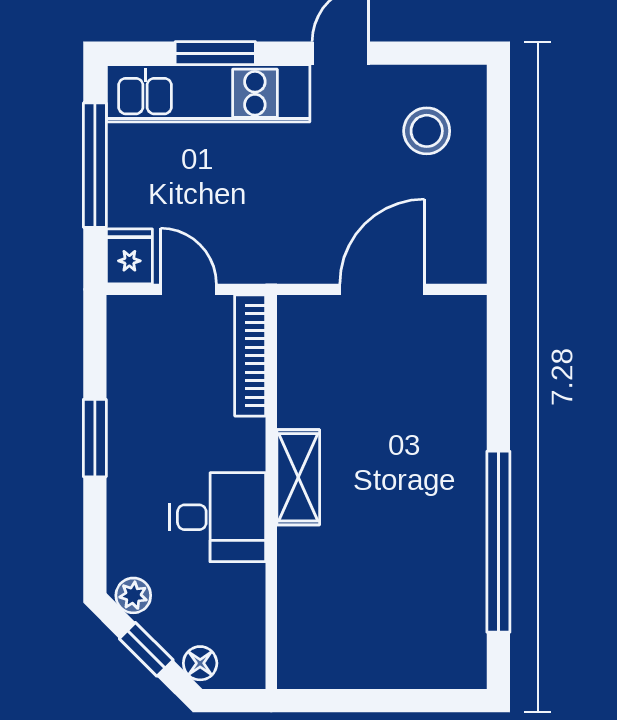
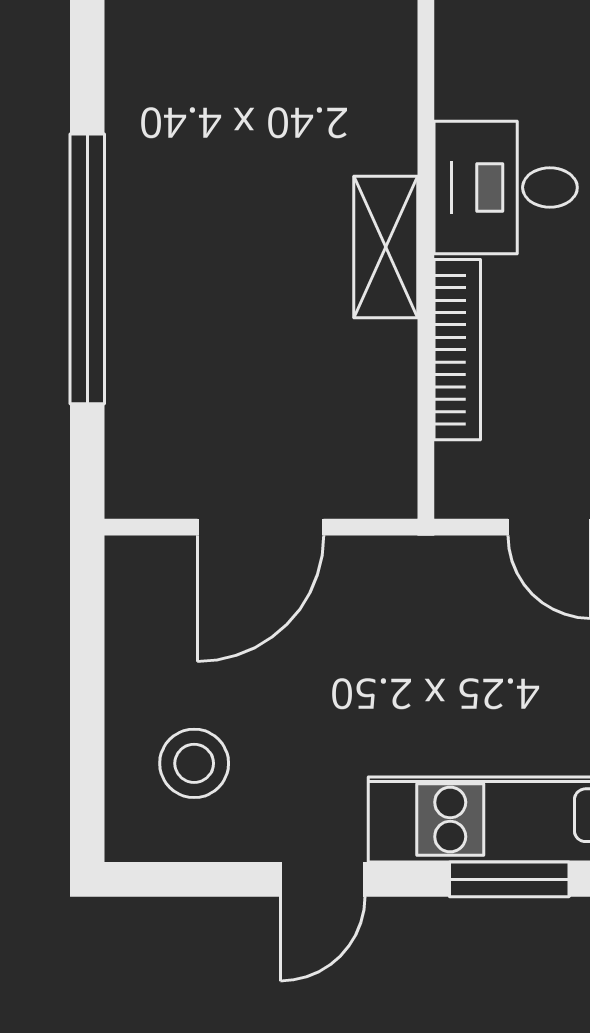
bookcase: (250, 355) -> (457, 350), moved
window: (498, 542) -> (87, 269), moved

